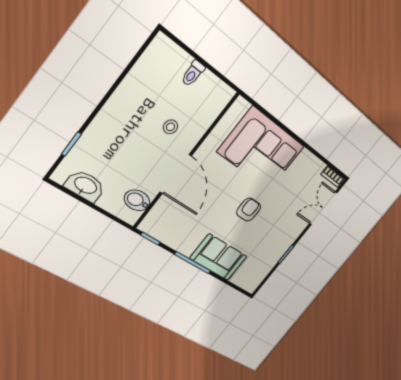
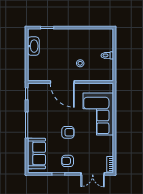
door: (176, 174) -> (62, 82), hinge flipped
bidet: (137, 200) -> (40, 74), removed
double door: (323, 208) -> (93, 174), swing flipped
armchair: (282, 232) -> (68, 161), added
sofa: (219, 257) -> (36, 153), moved

